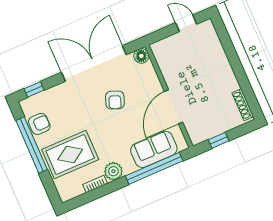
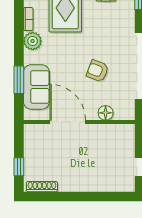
floor lamp: (141, 56) -> (106, 113), moved
window: (219, 140) -> (19, 167), moved
window: (154, 168) -> (19, 80), width x0.47

